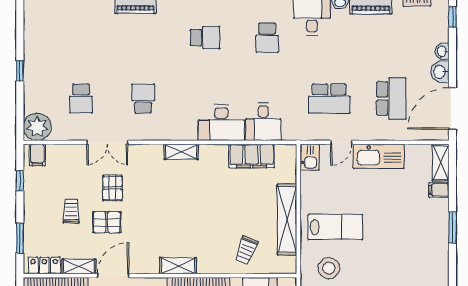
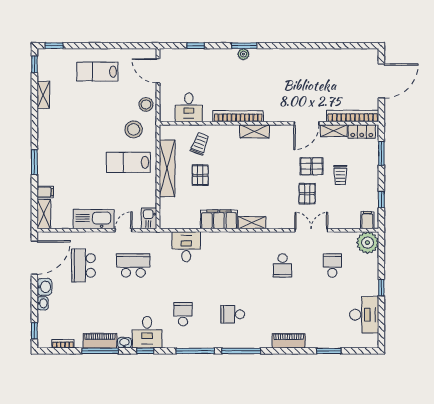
desk: (221, 123) -> (364, 315), moved, turned 90
filing cabinet: (252, 156) -> (219, 219), moved
pallet: (246, 211) -> (200, 175), added

